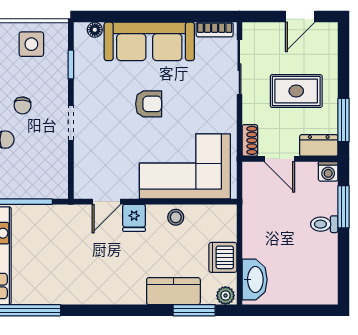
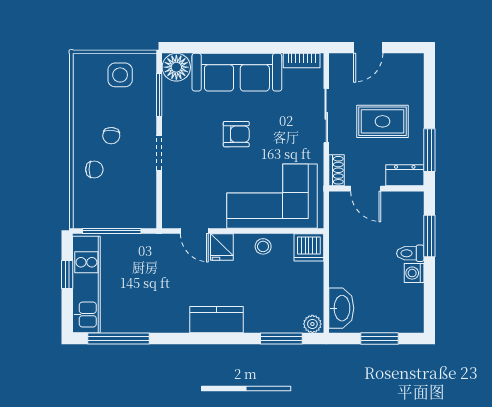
door: (300, 17) -> (368, 48), moved
floor lamp: (95, 30) -> (176, 67), width x1.89, depth x1.89
window: (71, 64) -> (159, 95), width x1.50
sliding door: (239, 67) -> (326, 116), moved
washing machine: (328, 171) -> (414, 273), moved, turned 90
door: (106, 202) -> (194, 231), hinge flipped
dishwasher: (223, 257) -> (309, 247), moved, turned -90
kitchen counter: (173, 291) -> (217, 320), moved
window: (293, 310) -> (380, 339), added

